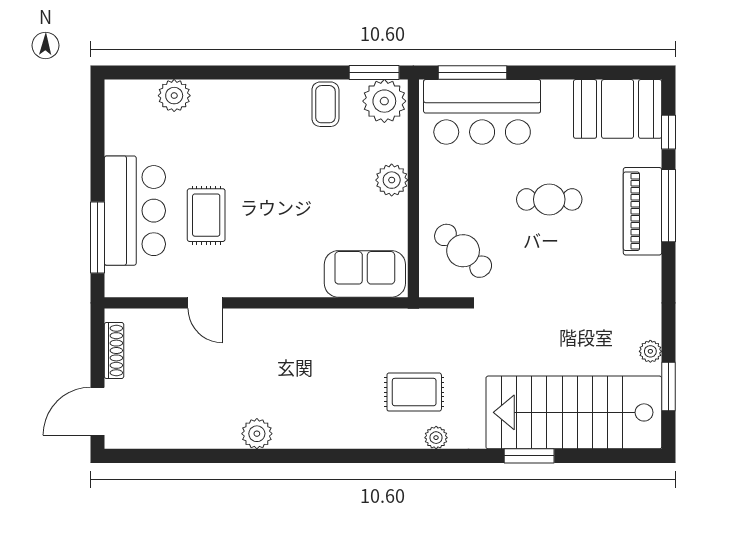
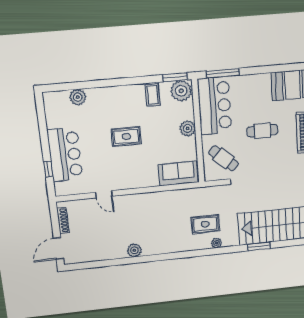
bar counter: (482, 112) -> (215, 106), moved, turned -90
rug: (206, 215) -> (126, 136), moved, turned 90
window: (98, 237) -> (48, 169), width x0.46

